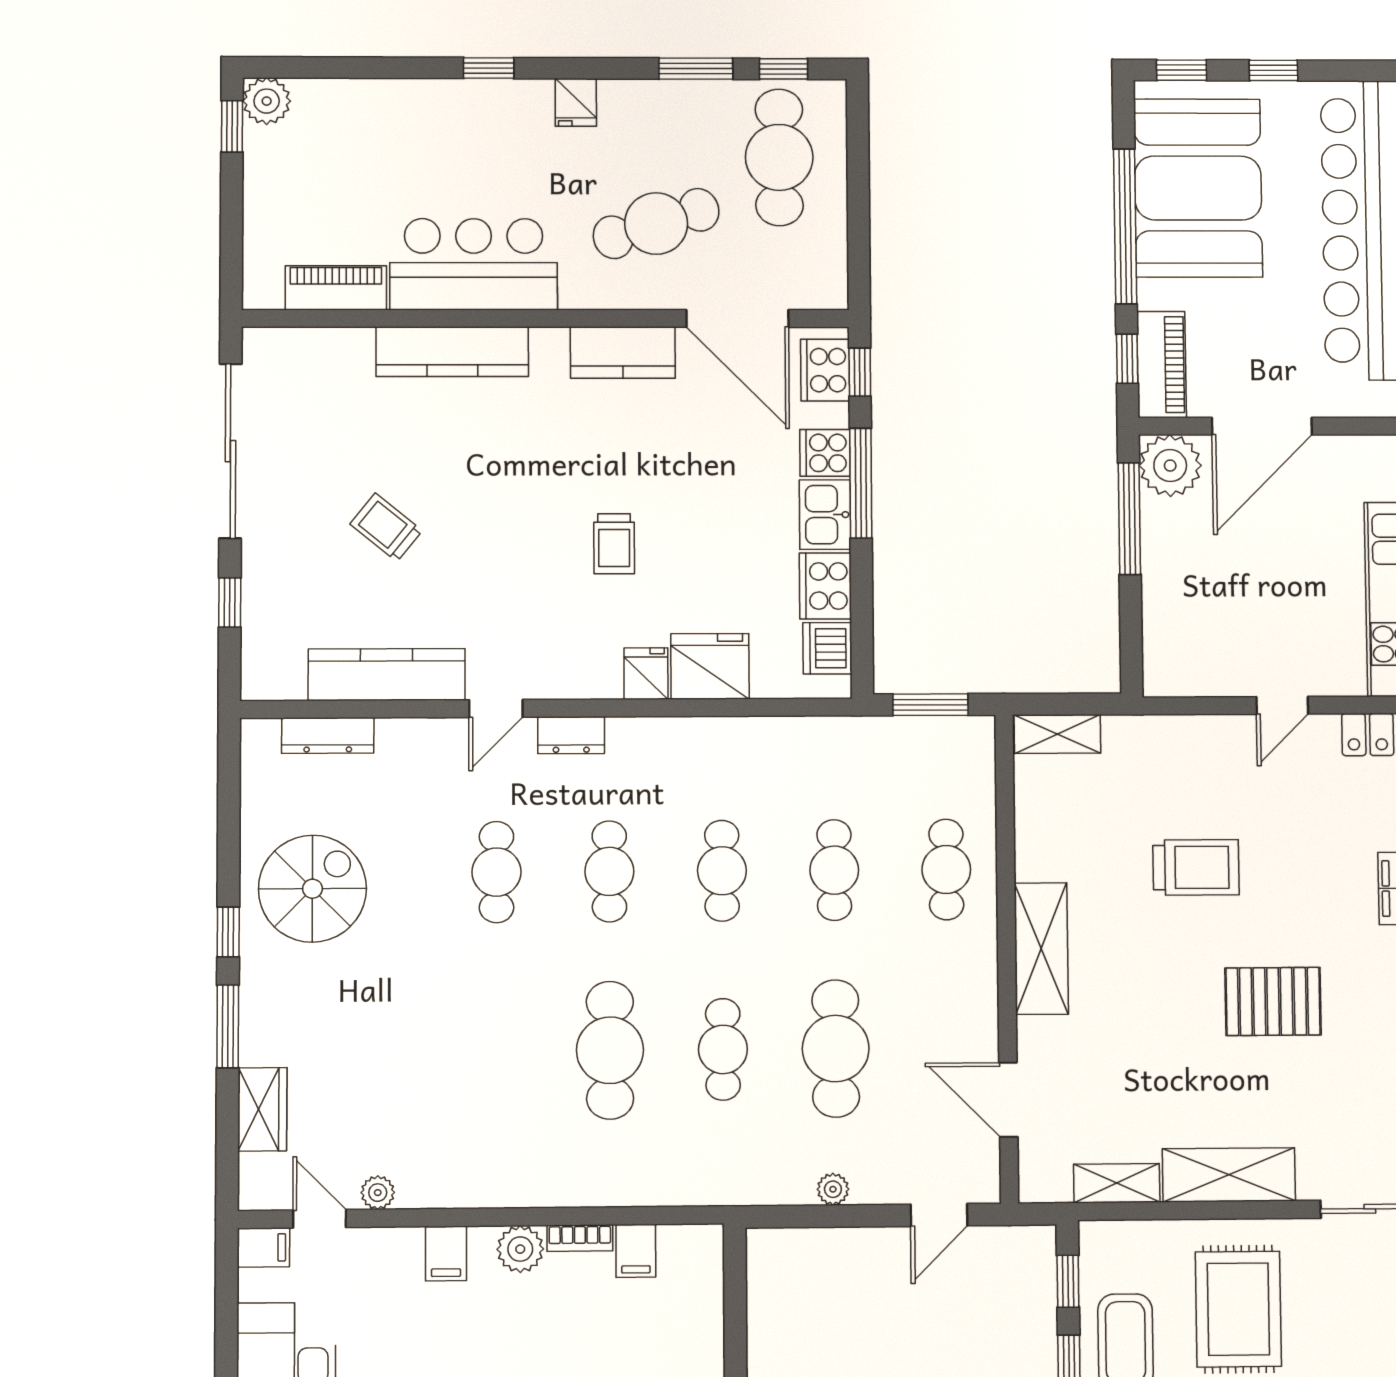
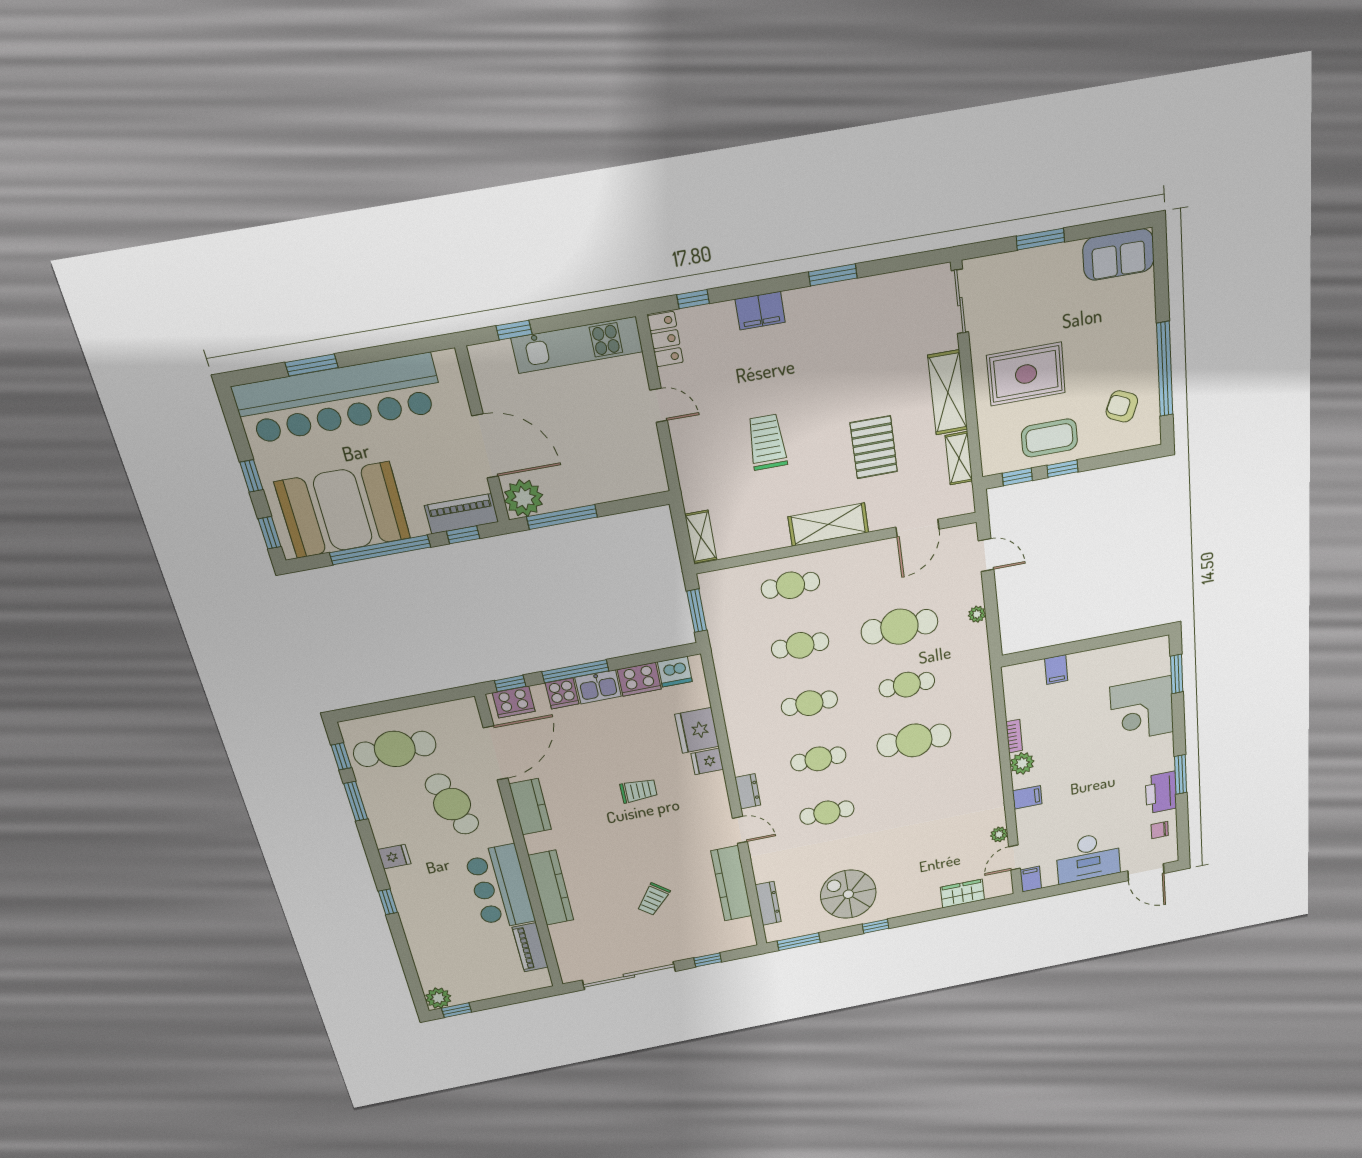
pallet: (1273, 1001) -> (874, 447), moved
window: (228, 1026) -> (799, 942), moved
filing cabinet: (636, 1251) -> (1056, 670), moved, turned 90

